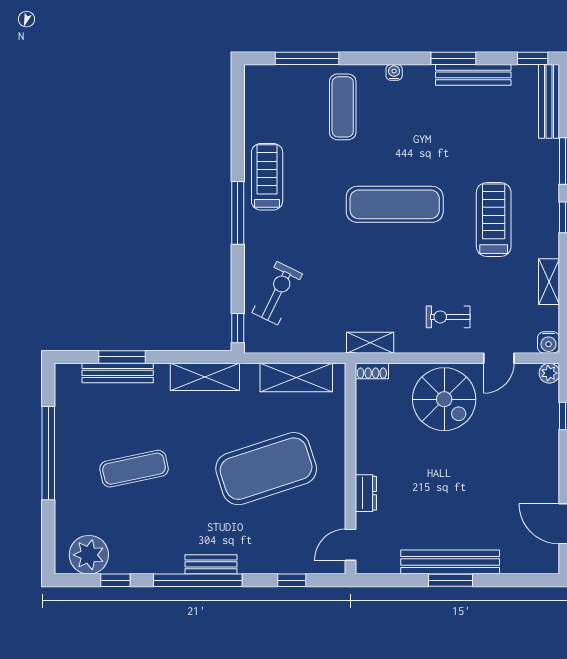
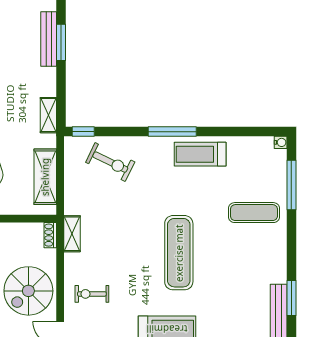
water cooler: (394, 72) -> (281, 142), moved
treadmill: (267, 177) -> (200, 154), turned 180
exercise bike: (448, 317) -> (92, 294), turned -90
shelving: (205, 377) -> (48, 115), width x0.67, depth x0.75

